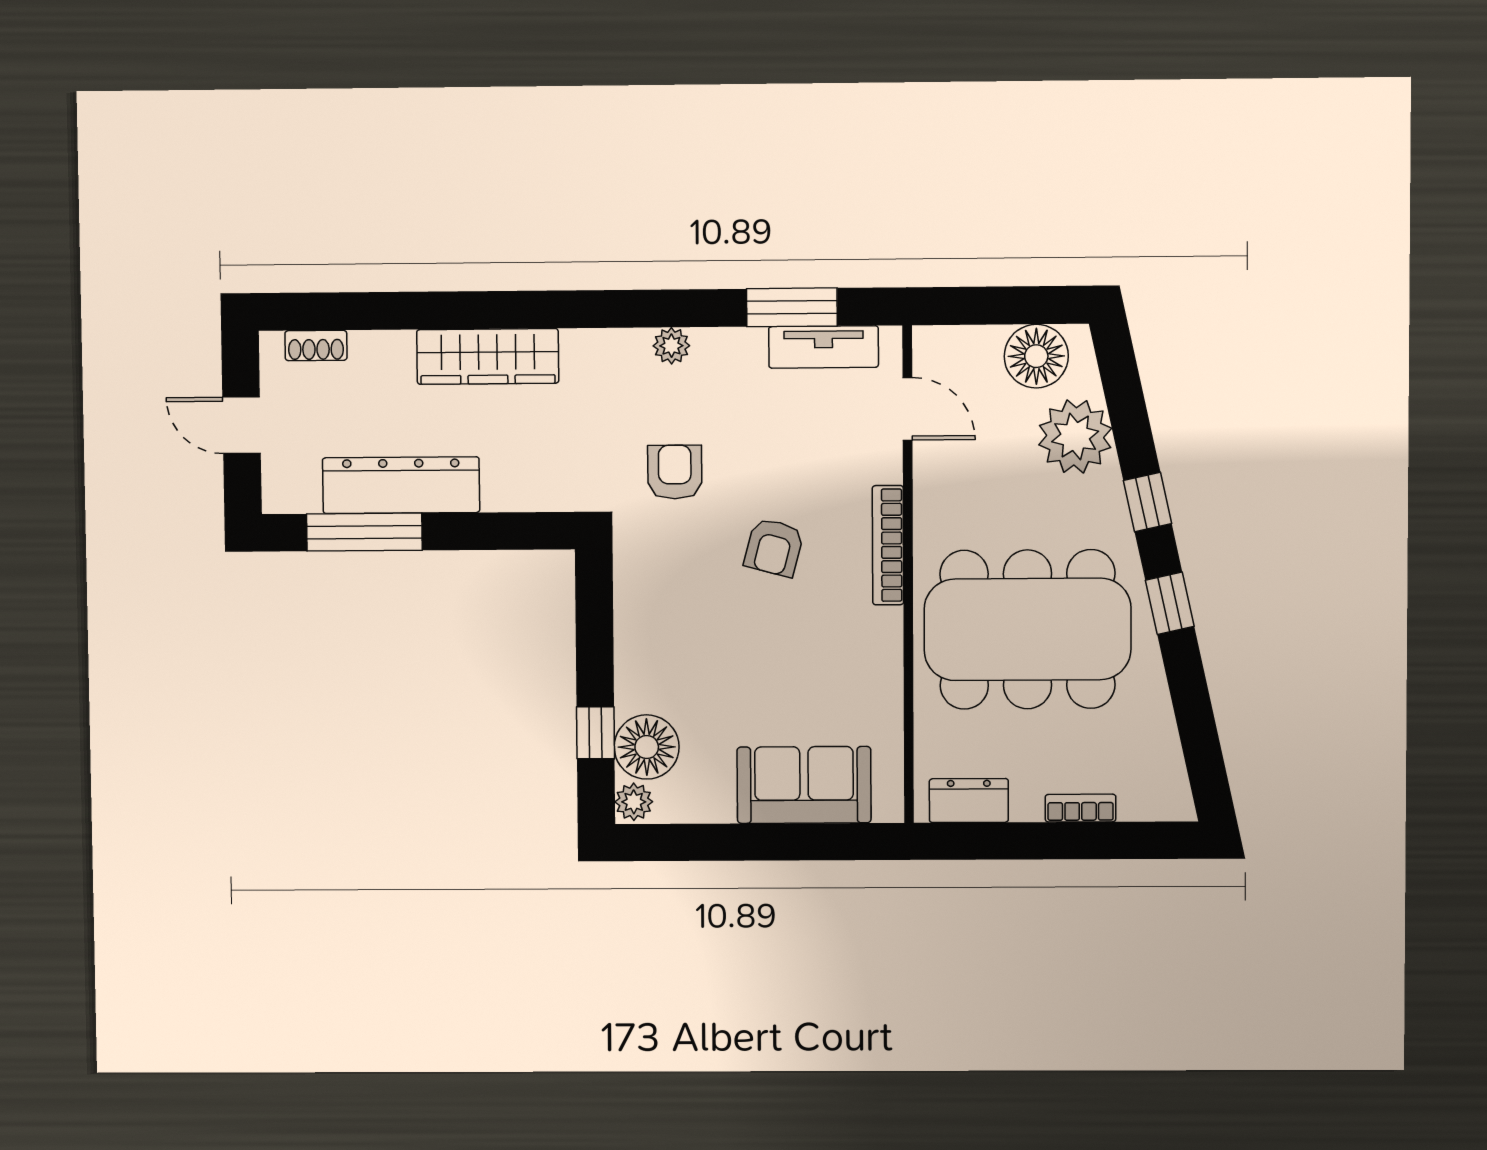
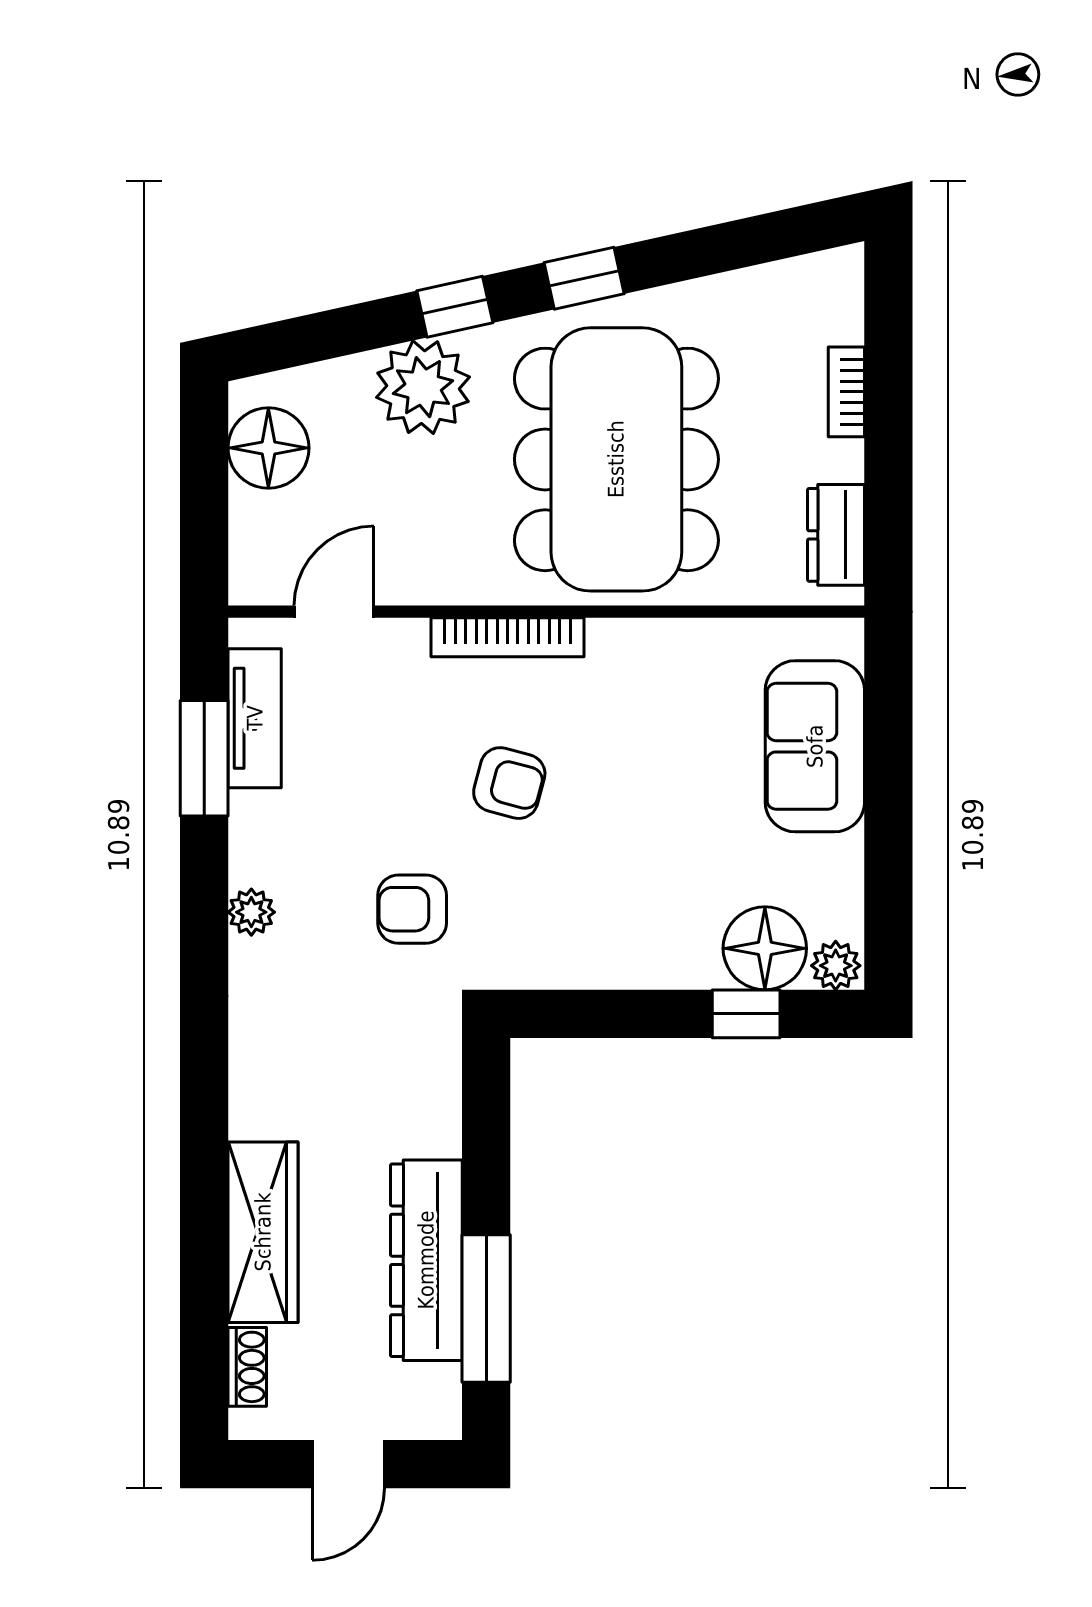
wardrobe: (488, 356) -> (263, 1232), moved
plant: (1075, 436) -> (423, 387), moved

